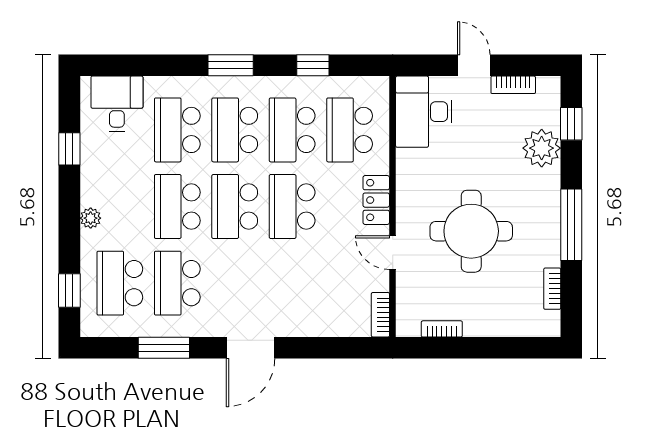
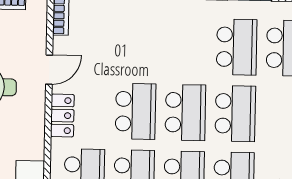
door: (393, 253) -> (49, 70), hinge flipped

